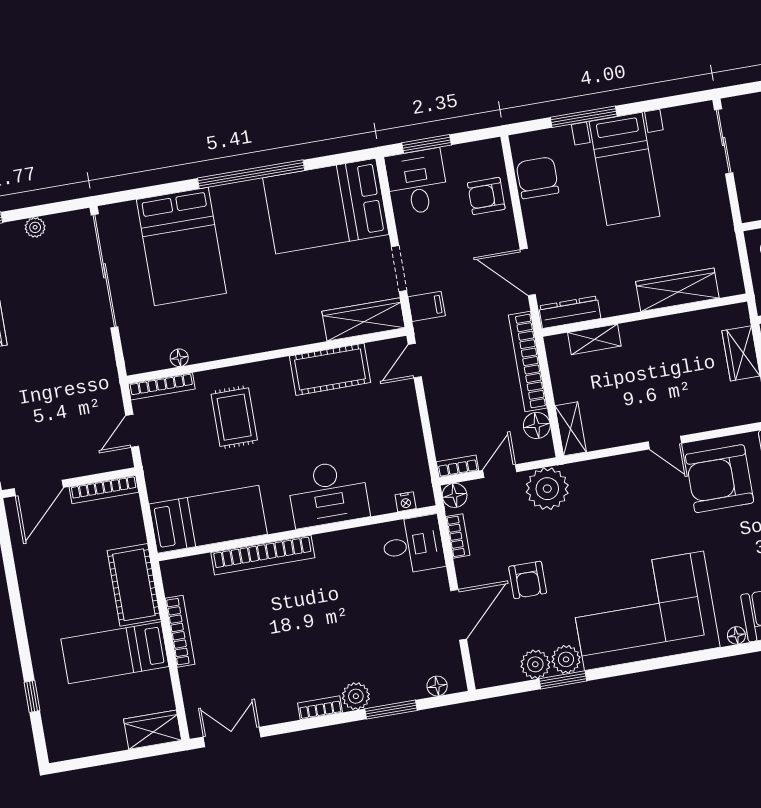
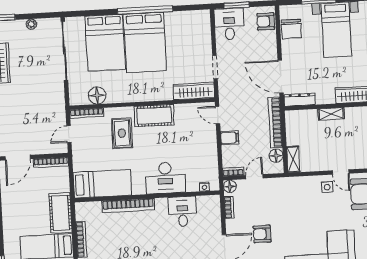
chair: (537, 178) -> (291, 29), turned 180
armchair: (486, 196) -> (266, 21), moved
bed: (326, 206) -> (145, 42), moved, turned -90
door: (528, 272) -> (281, 77), width x1.36
filing cabinet: (427, 306) -> (230, 138), moved
shelving: (594, 339) -> (331, 114), moved
floor lamp: (179, 358) -> (97, 95), width x1.89, depth x1.89
door: (415, 361) -> (218, 115), hinge flipped
cot: (330, 369) -> (154, 116), moved
side table: (643, 475) -> (327, 187), added
plant: (547, 489) -> (278, 189), removed
desk: (413, 545) -> (183, 212), moved, turned -90
armchair: (528, 580) -> (262, 234), turned 90

